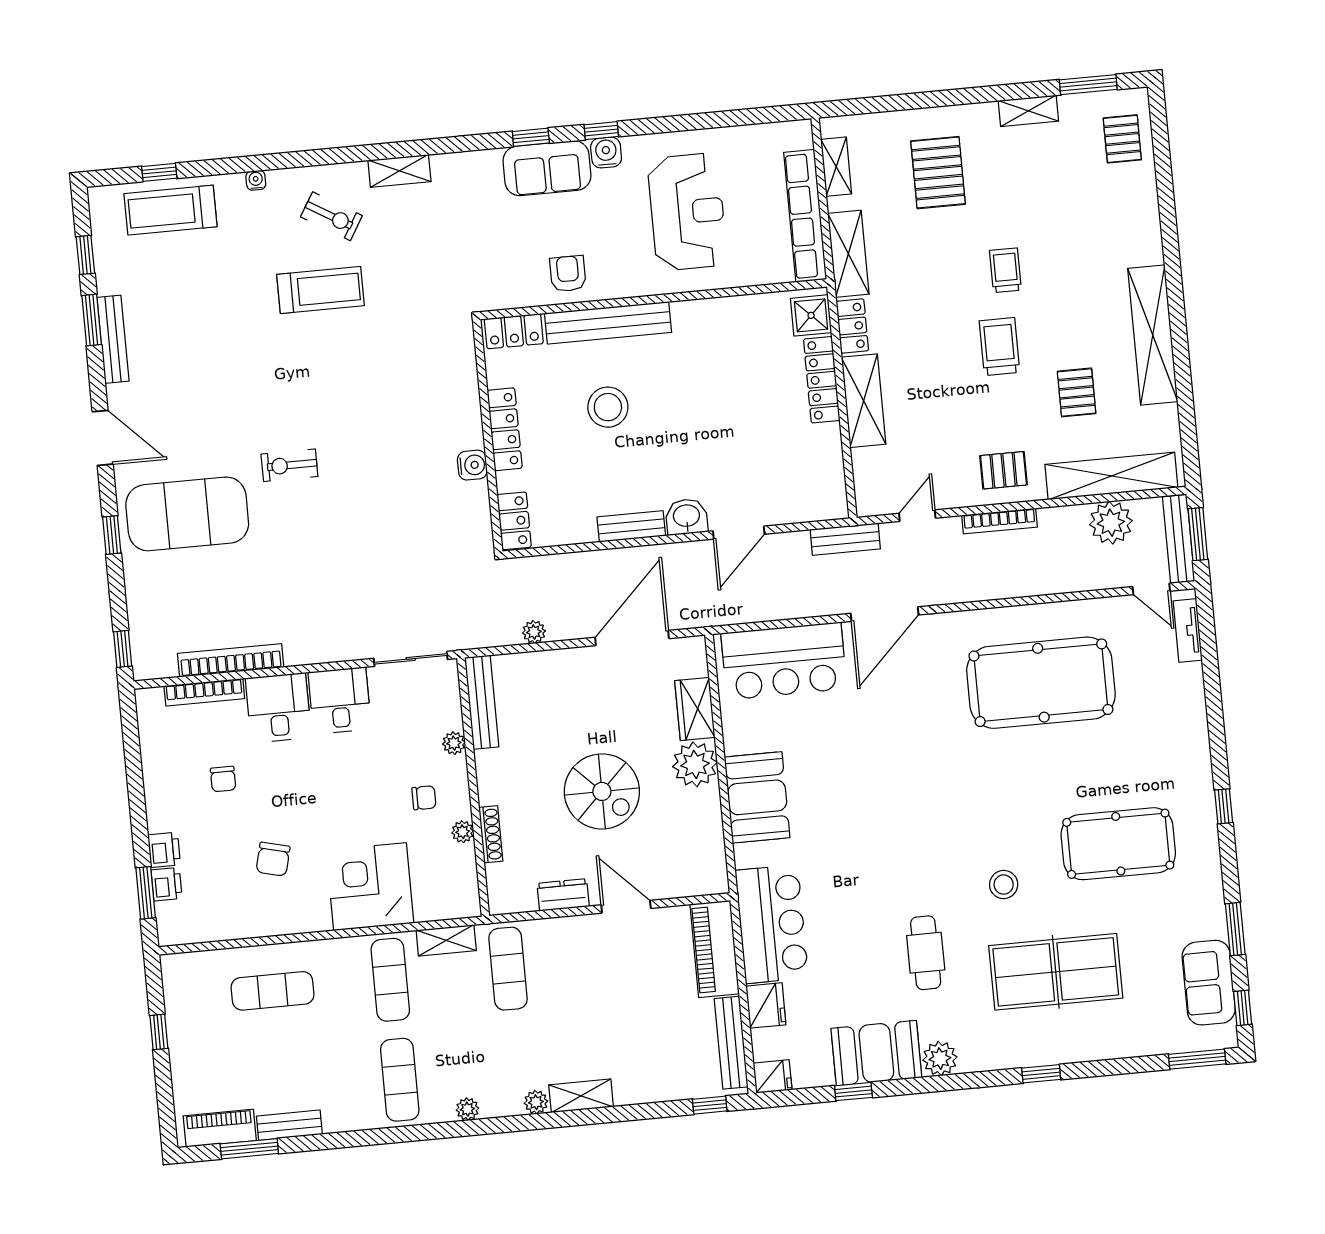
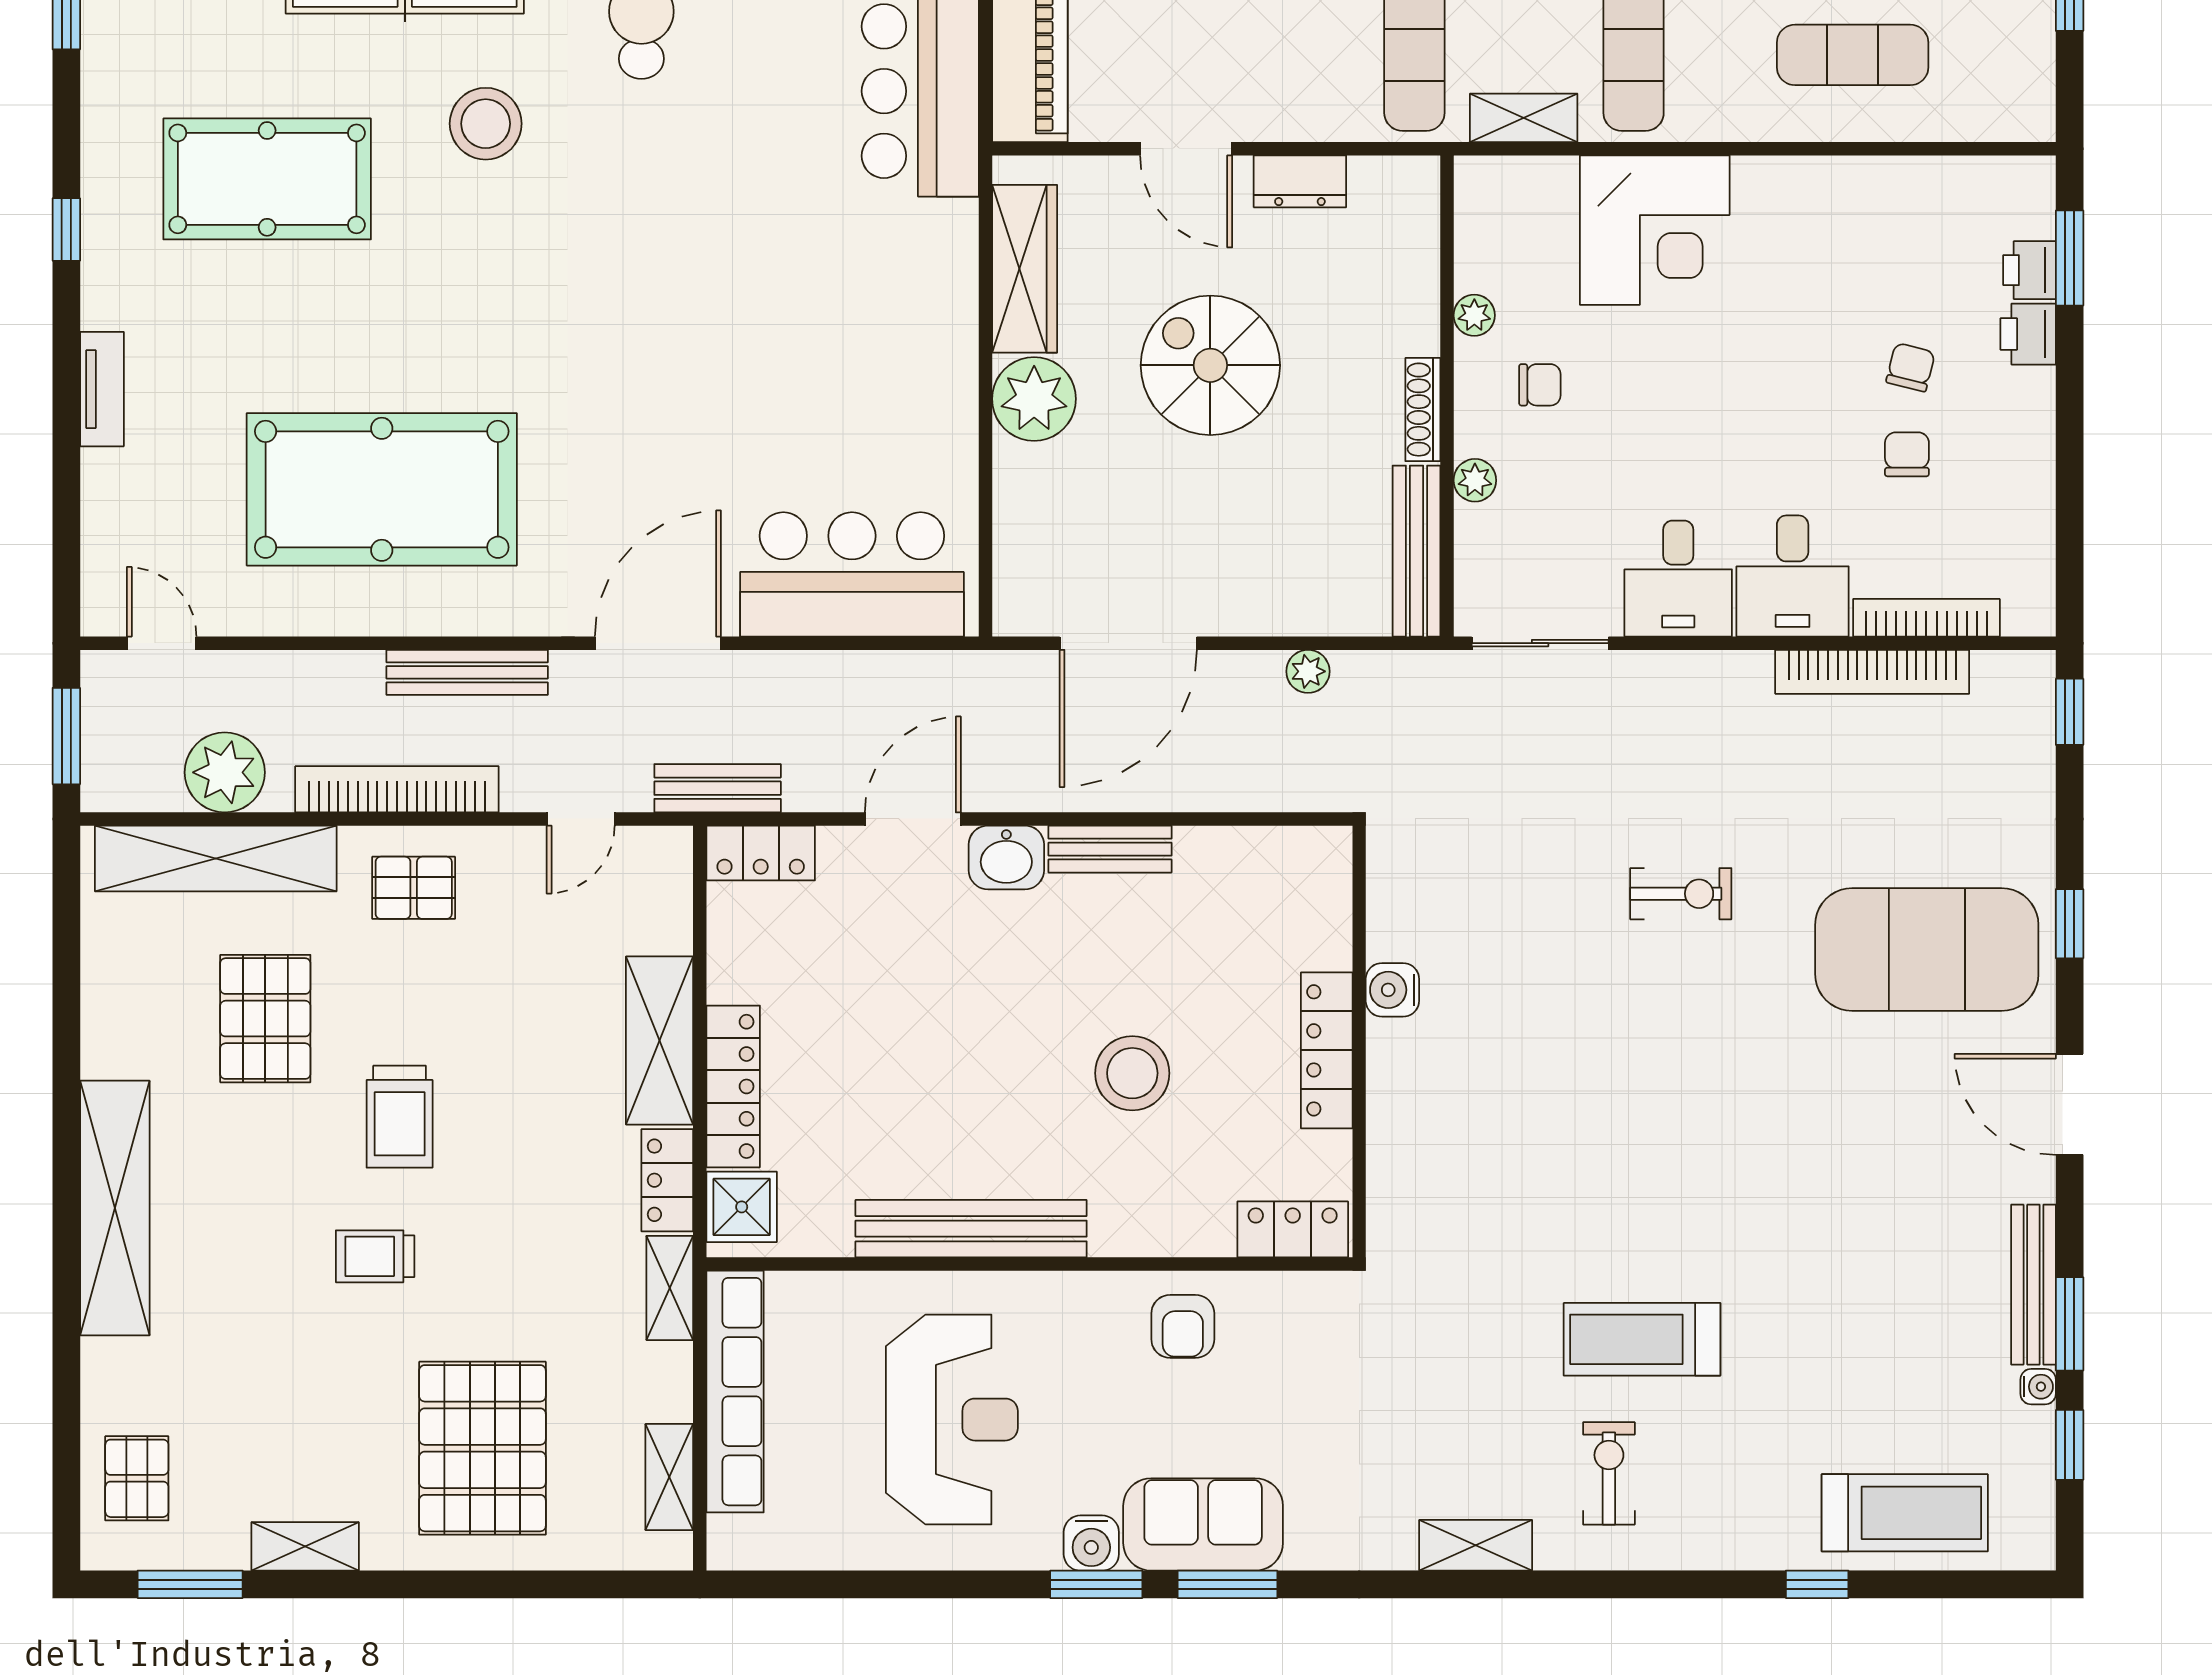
window: (601, 131) -> (1096, 1584), width x1.50
window: (531, 137) -> (1227, 1584), width x1.50
window: (159, 172) -> (1817, 1584), moved
pallet: (938, 173) -> (482, 1448), width x1.37, depth x1.41
water cooler: (256, 180) -> (2038, 1387), moved, turned -90
reception desk: (687, 212) -> (952, 1420), turned 180
exercise bike: (331, 216) -> (1609, 1473), turned 59
shelving: (848, 254) -> (670, 1288), width x0.67, depth x0.75
trolley: (1005, 270) -> (375, 1256), turned 90
bench: (608, 323) -> (971, 1229), moved
shelving: (1153, 335) -> (115, 1208), moved
pallet: (1077, 392) -> (265, 1019), width x1.50, depth x1.42
exercise bike: (289, 465) -> (1681, 894), moved
locker: (514, 521) -> (761, 853), moved, turned -90
bookcase: (999, 521) -> (397, 789), width x1.48, depth x1.31
bench: (1179, 539) -> (467, 672), moved, turned 90
tv unit: (1188, 630) -> (102, 389), moved
wardrobe: (695, 709) -> (1025, 269), moved, width x1.50
booth: (757, 797) -> (925, 327), removed
chair: (424, 798) -> (1540, 385), turned 180
shoe rack: (491, 834) -> (1423, 410), moved
chair: (273, 859) -> (1911, 367), moved, width x0.73, depth x0.73
stool: (1004, 885) -> (486, 124), width x1.38, depth x1.38

